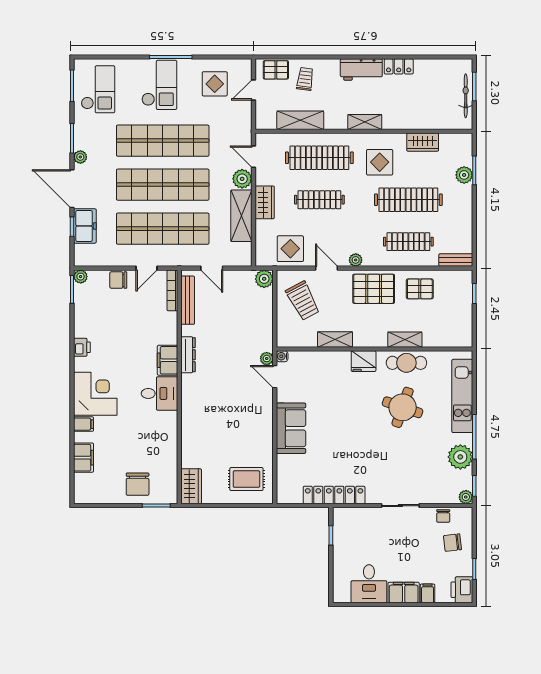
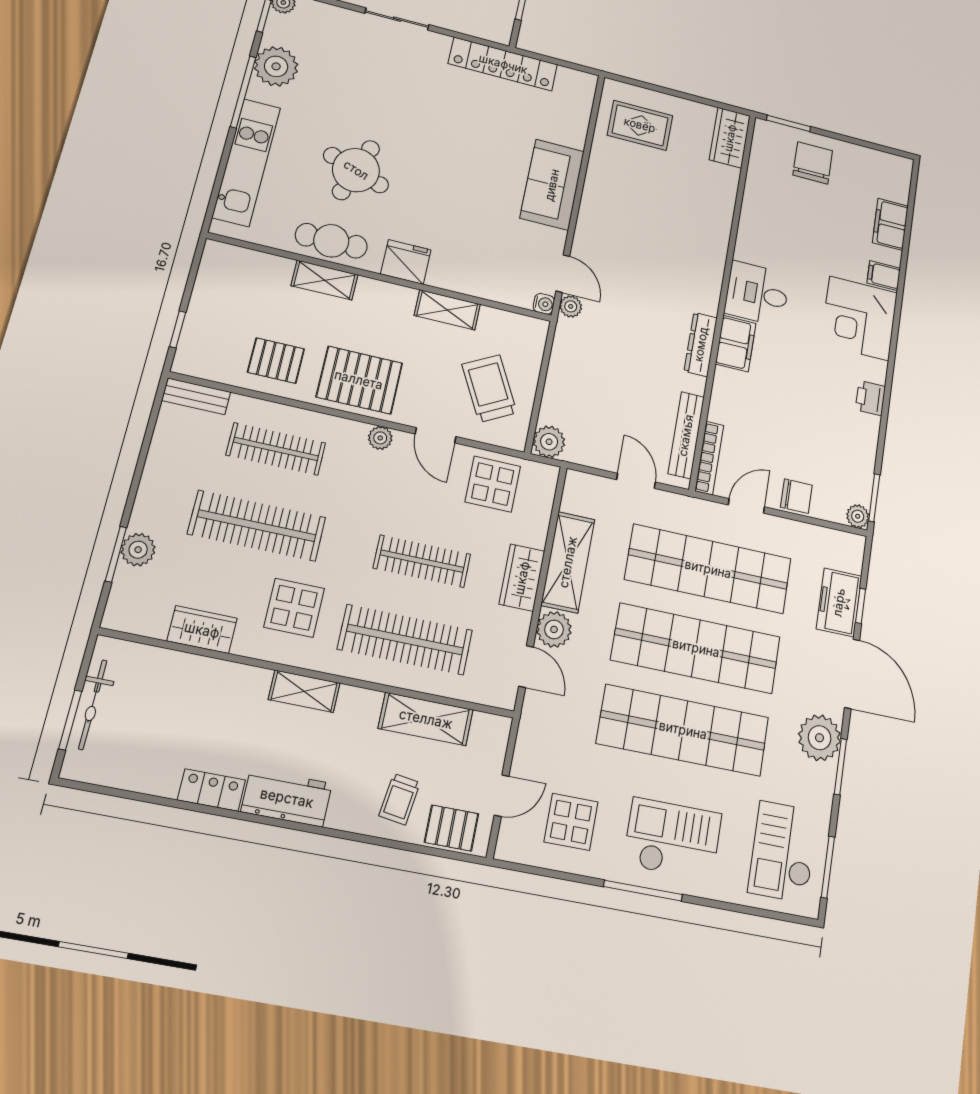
checkout: (159, 85) -> (673, 839), turned 90
plant: (80, 157) -> (820, 738), width x1.88, depth x1.88

